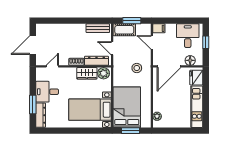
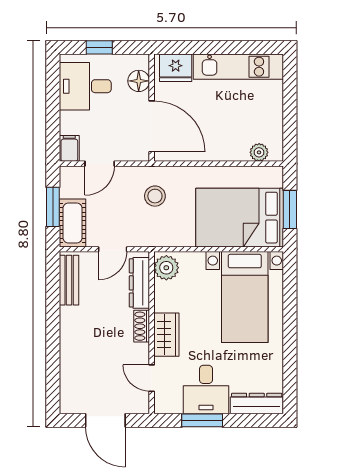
wardrobe: (87, 73) -> (166, 335), moved
window: (33, 105) -> (202, 420), moved

